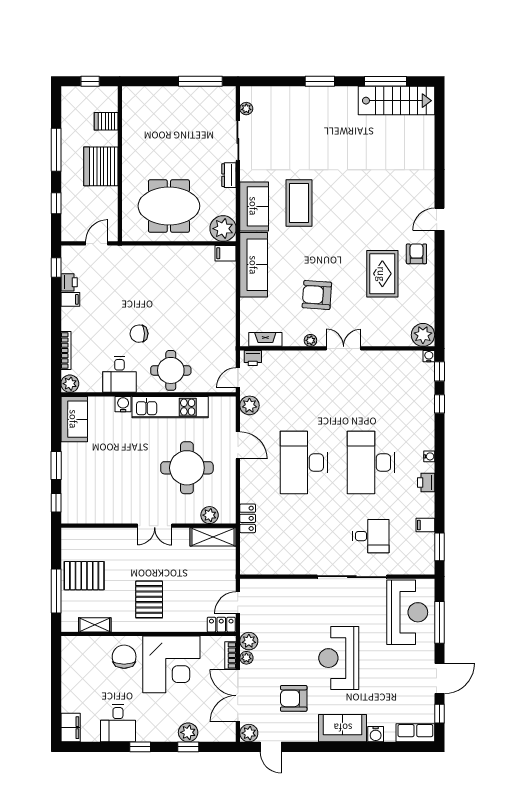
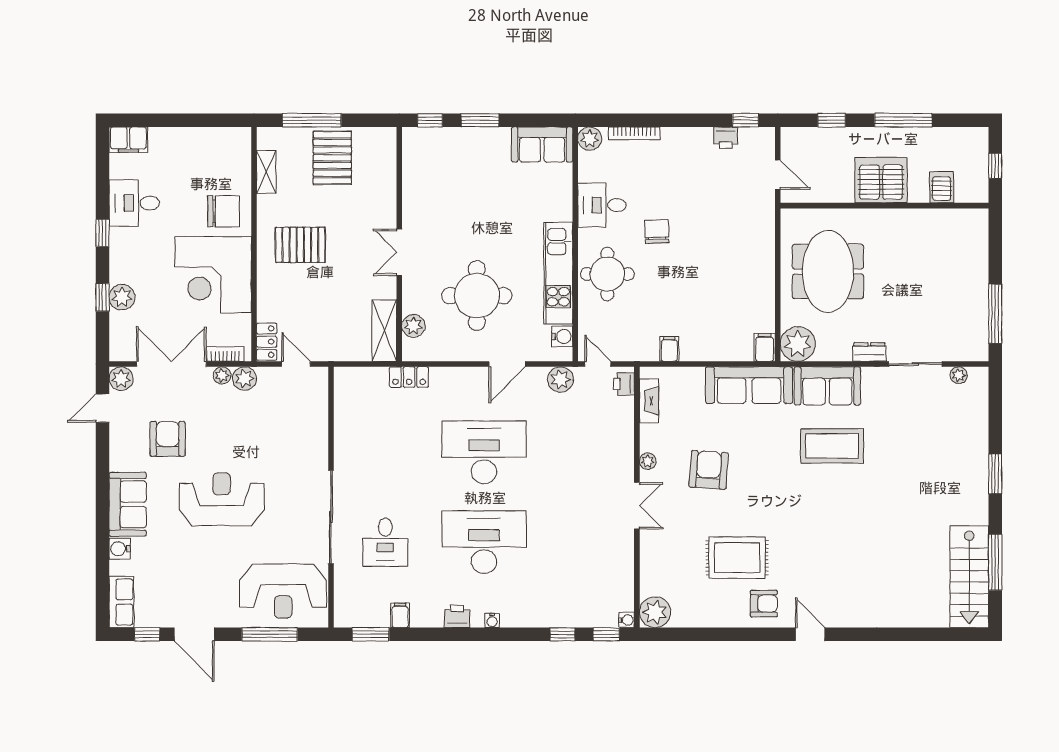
filing cabinet: (70, 299) -> (669, 349), moved, turned 180
water cooler: (123, 404) -> (562, 336), moved

